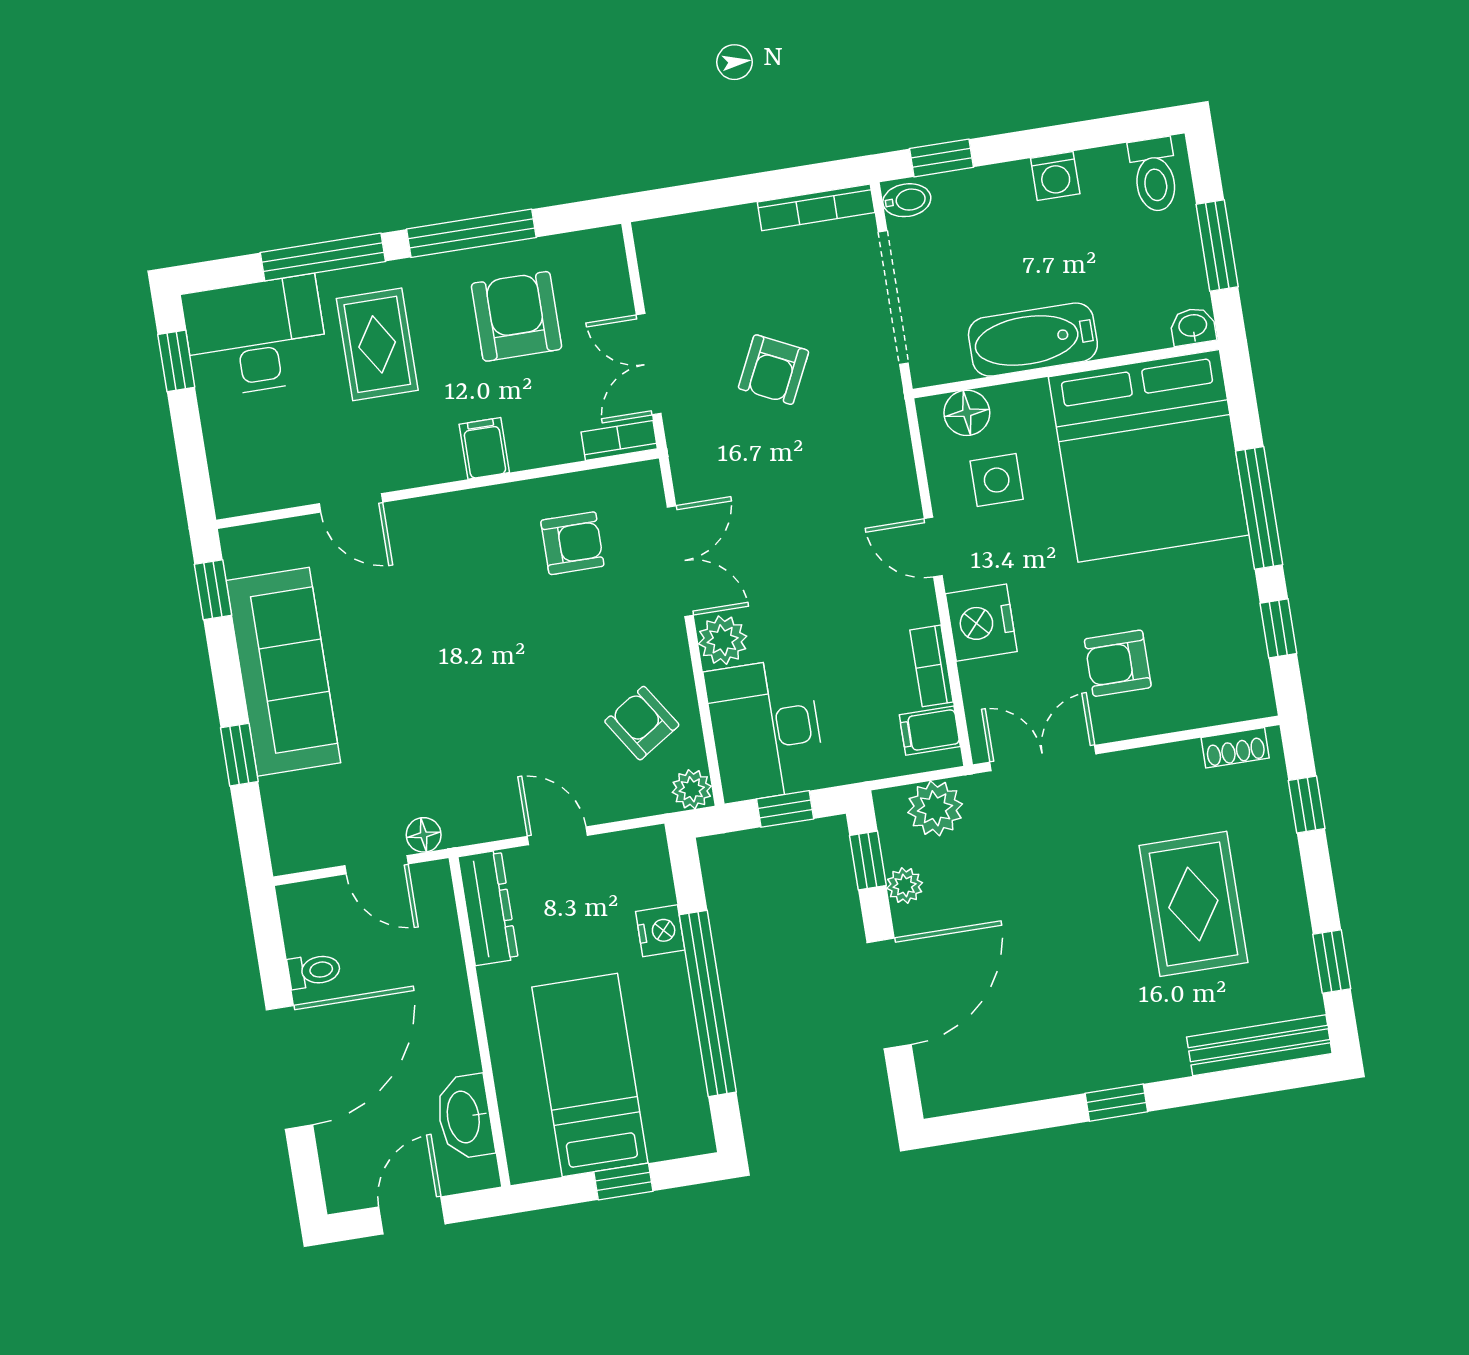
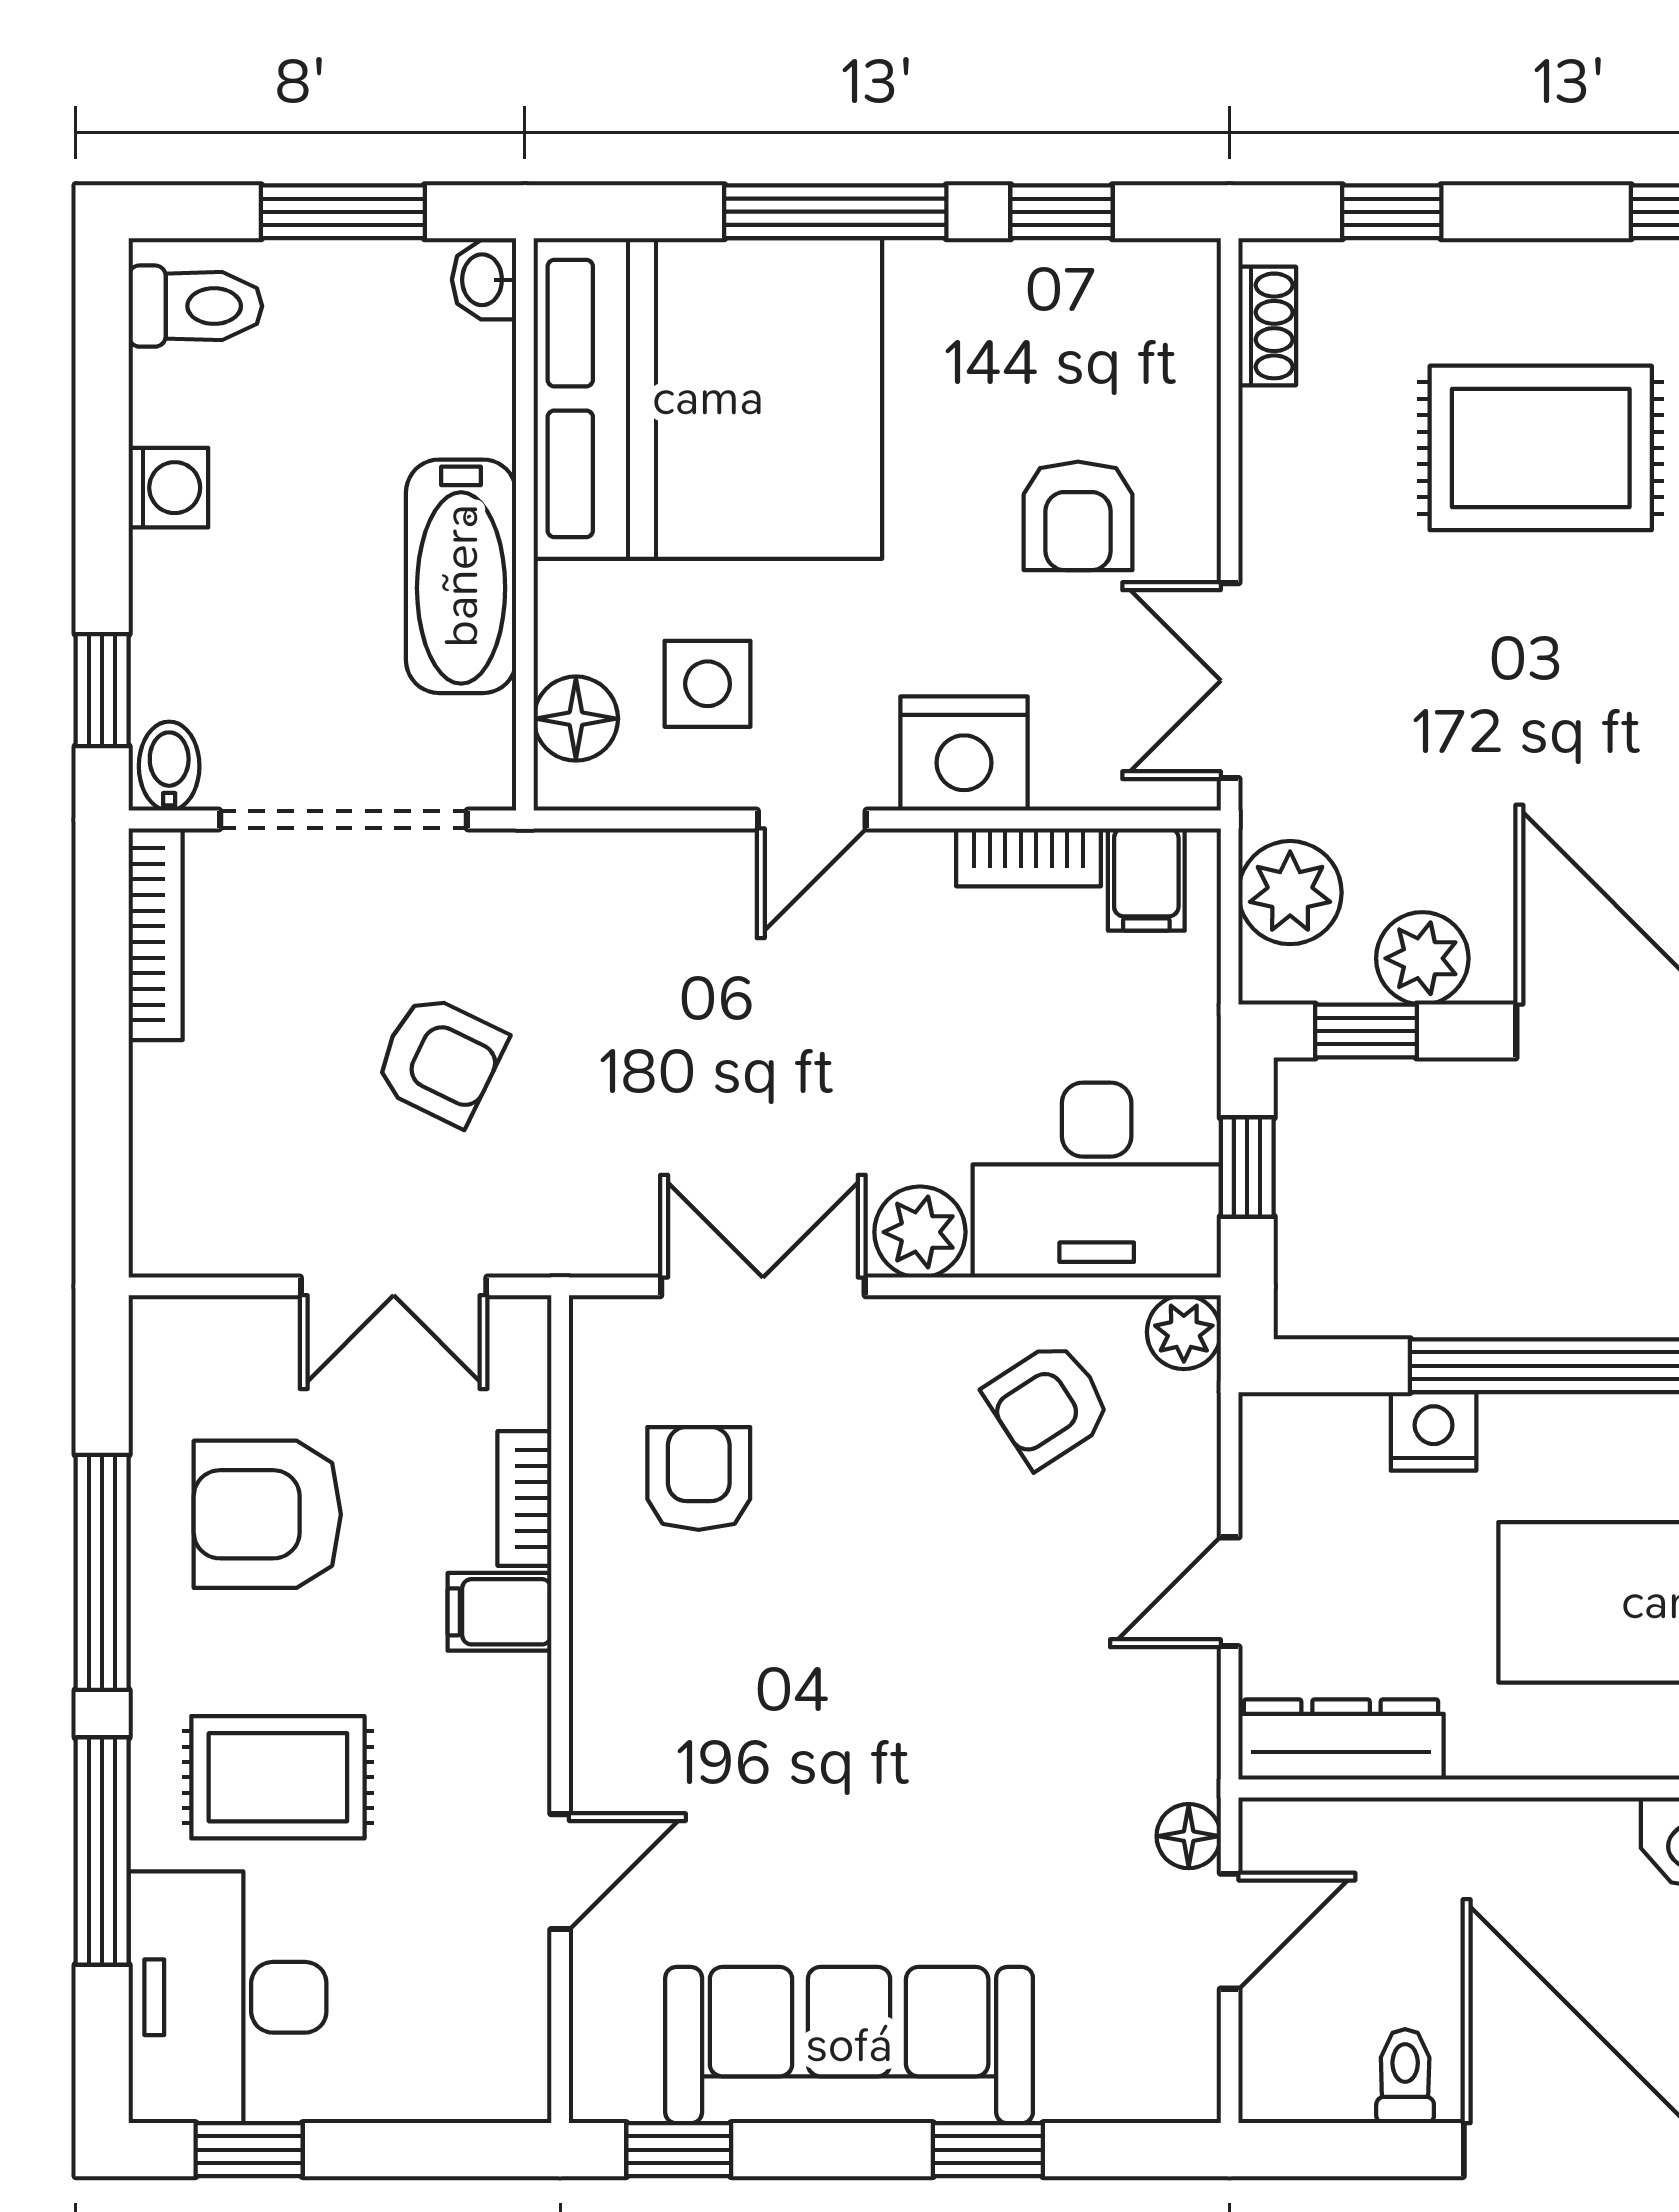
bookcase: (619, 440) -> (524, 1498), moved
plant: (905, 885) -> (1422, 958), width x1.38, depth x1.38

